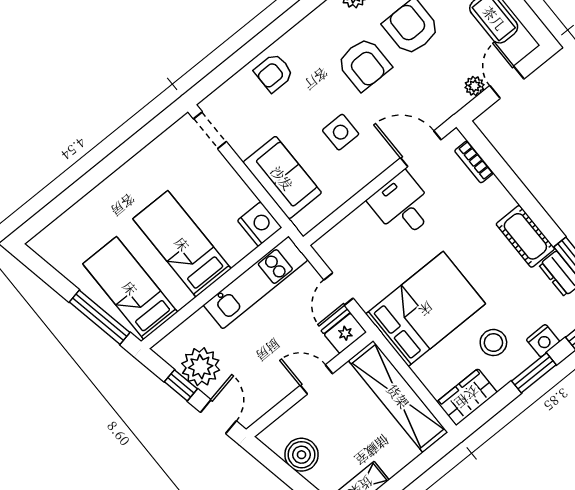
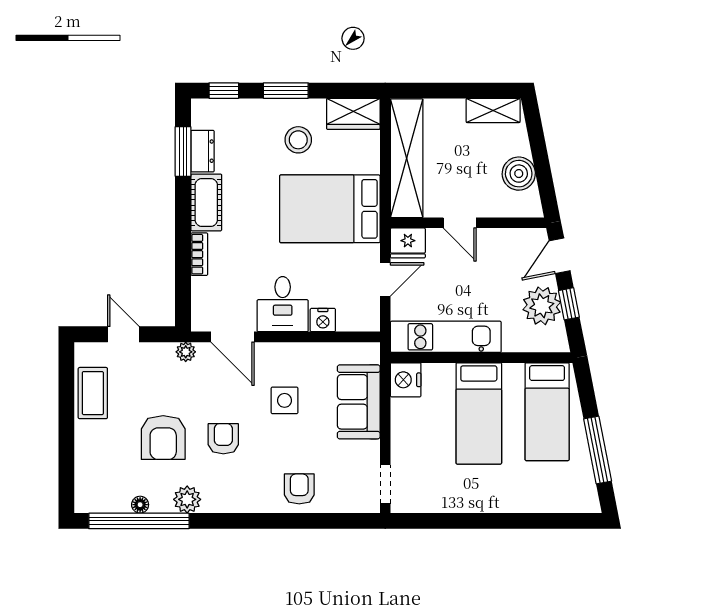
armchair: (364, 64) -> (223, 439), width x0.72, depth x0.72
armchair: (274, 73) -> (299, 489), turned -90
door: (507, 82) -> (123, 334), swing flipped
plant: (474, 86) -> (186, 352), moved
bookcase: (474, 162) -> (199, 254), moved
window: (100, 317) -> (598, 450), moved
nightstand: (543, 341) -> (323, 320), moved, turned 180

